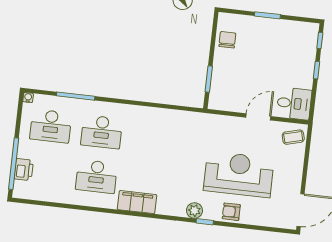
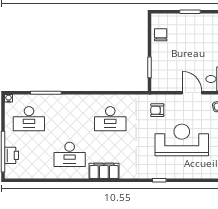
door: (258, 117) -> (192, 93), hinge flipped
desk: (102, 132) -> (110, 119), moved
plant: (194, 211) -> (150, 172), removed
armchair: (231, 212) -> (157, 110), moved

